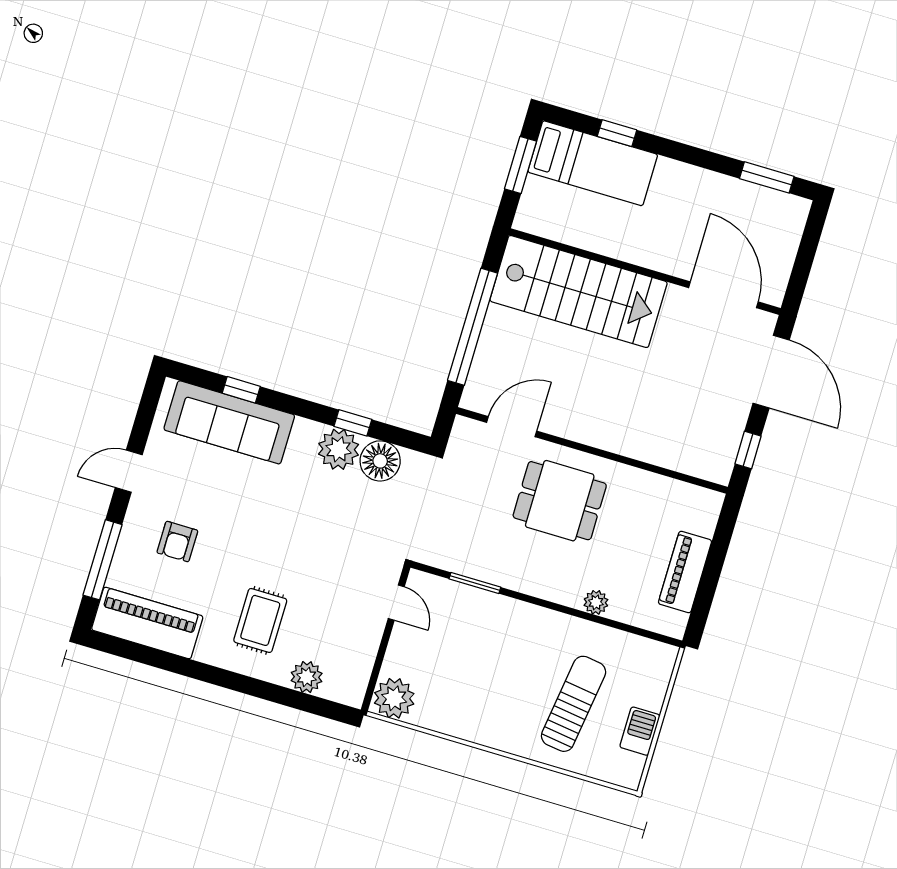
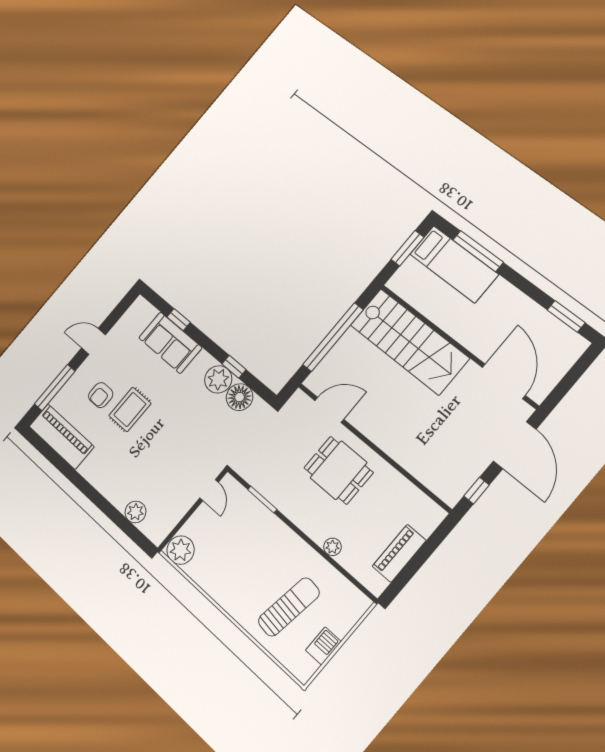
window: (617, 133) -> (478, 251), width x2.17
sofa: (229, 422) -> (170, 343), width x0.73
rug: (260, 620) -> (130, 409), moved

